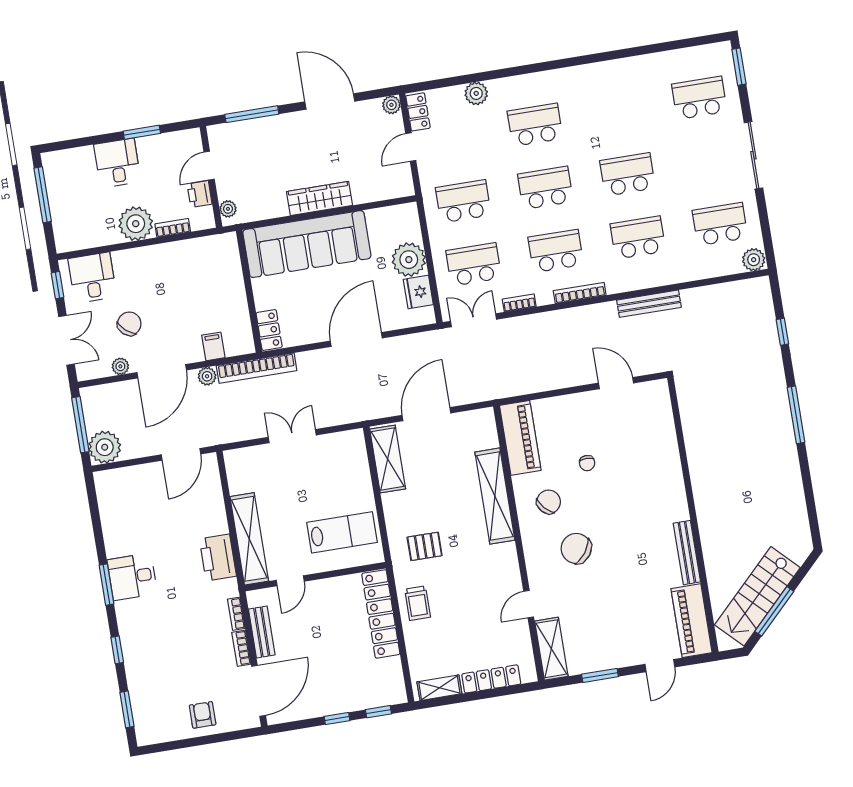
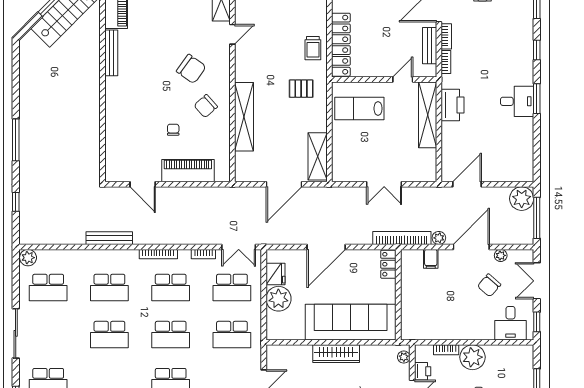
piano: (520, 438) -> (188, 171), moved, turned 90
trolley: (418, 603) -> (313, 48), turned 180

